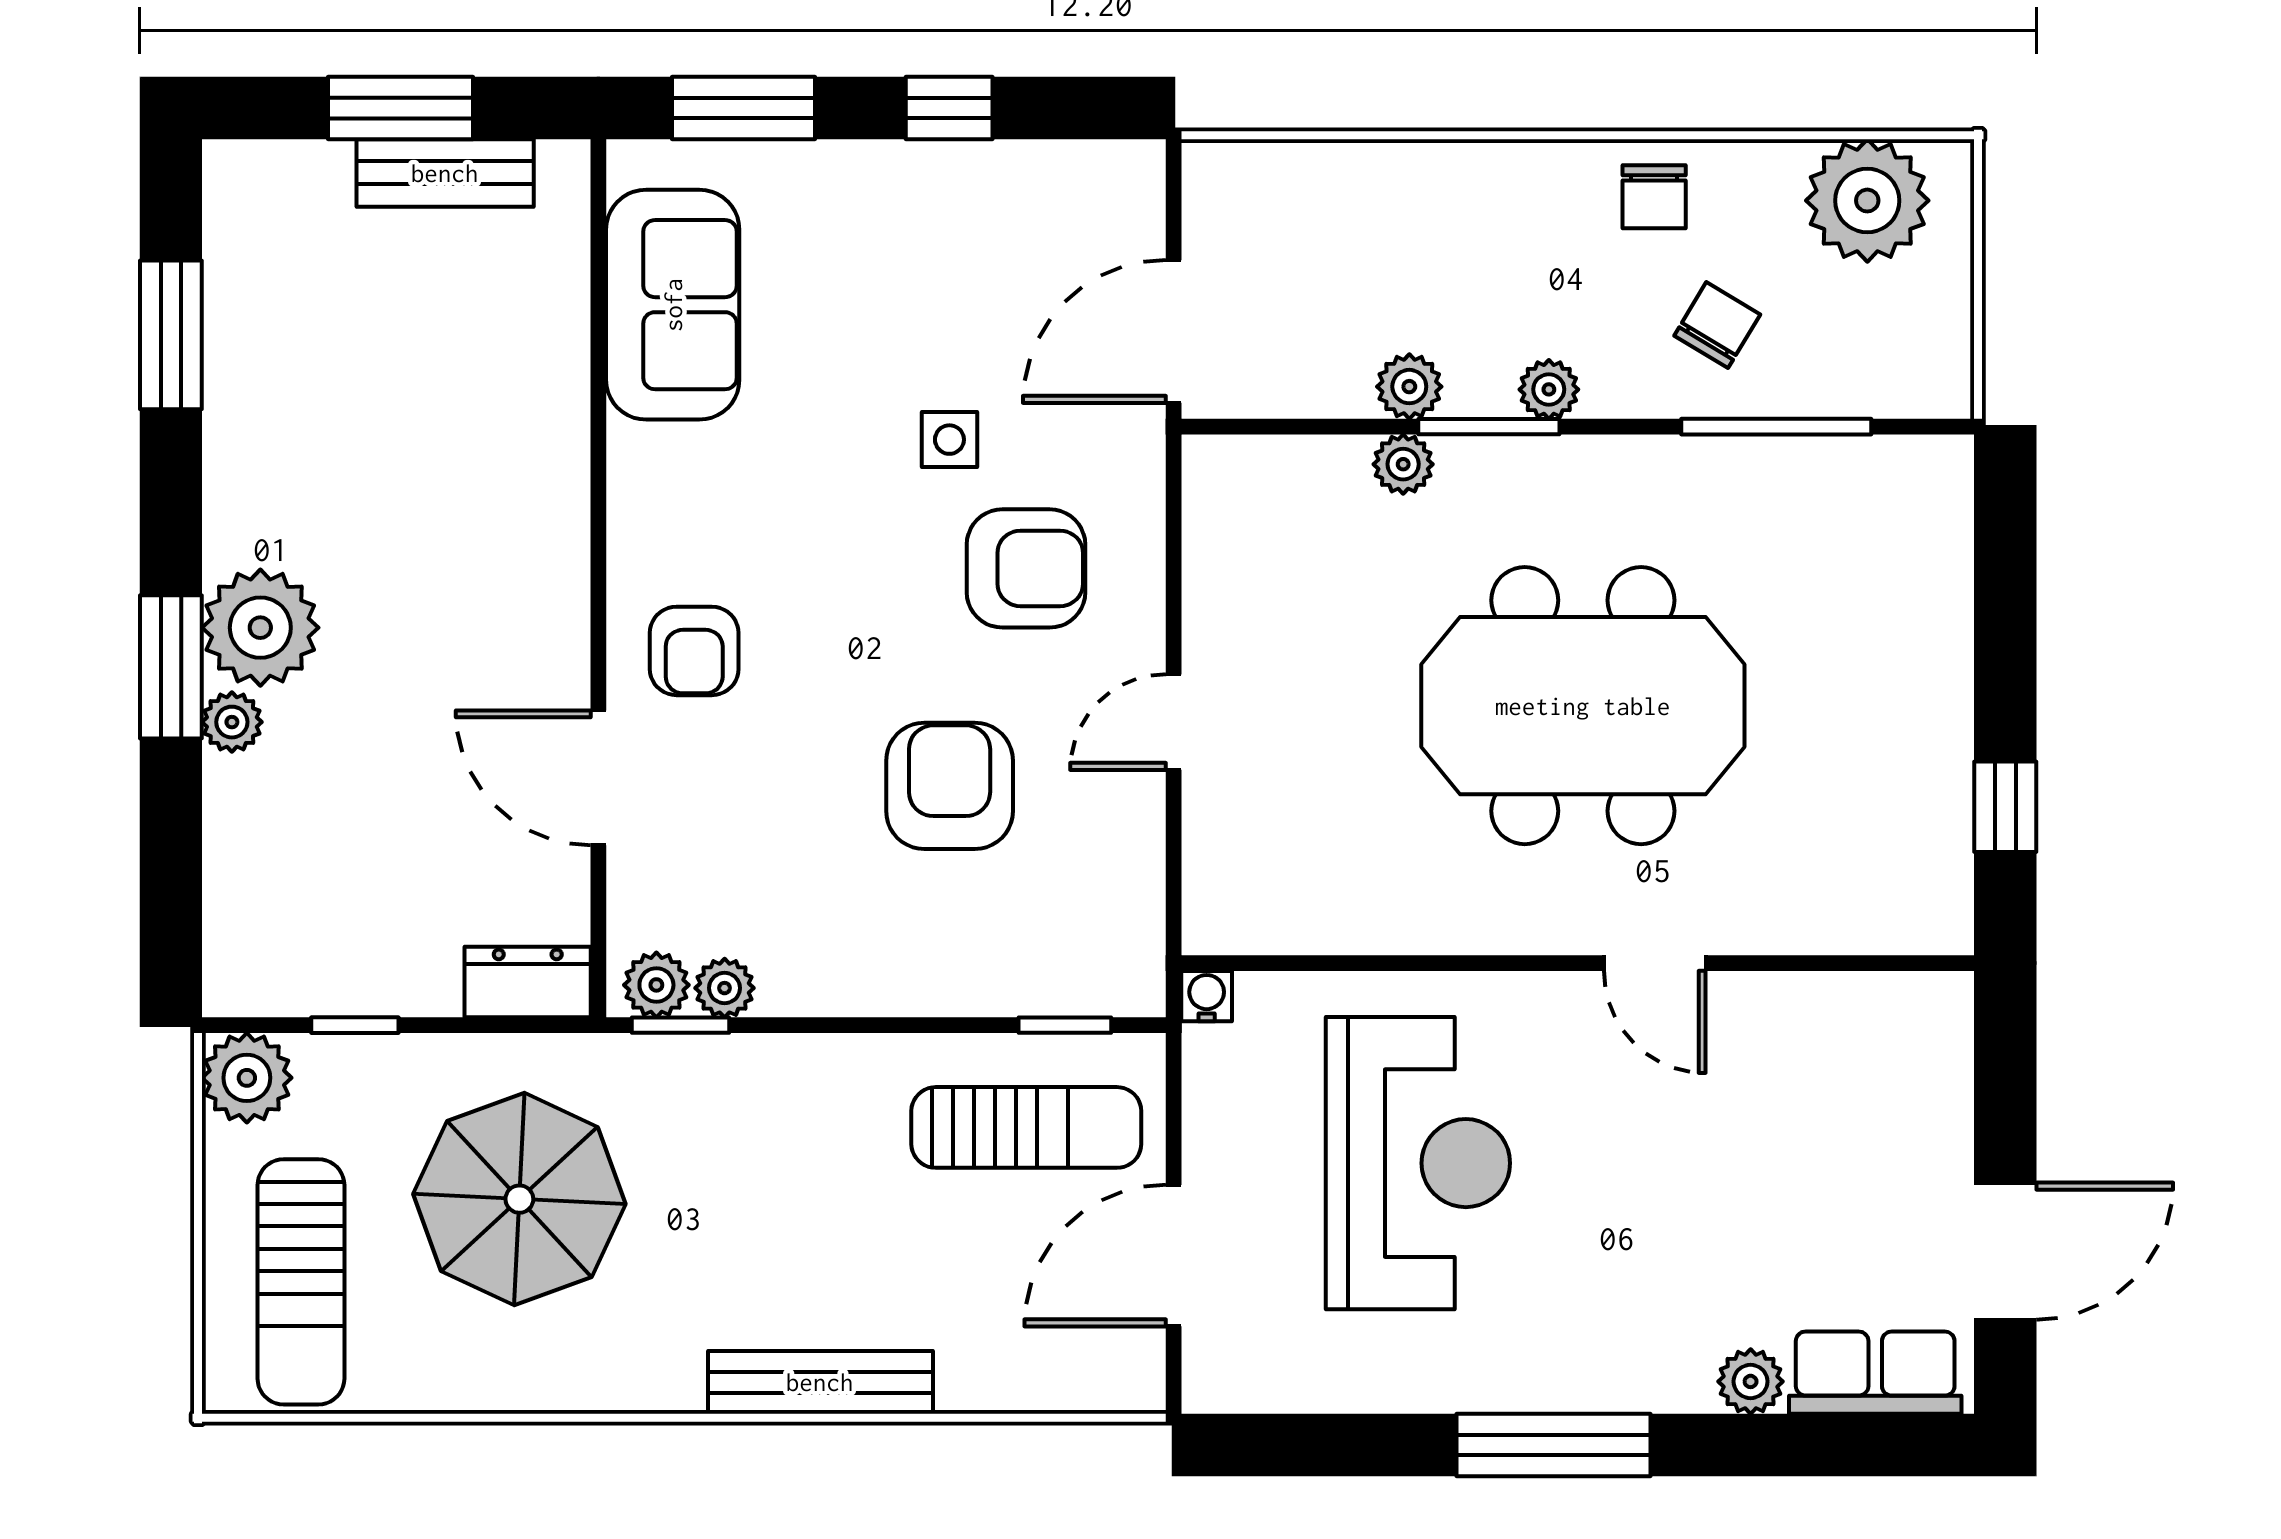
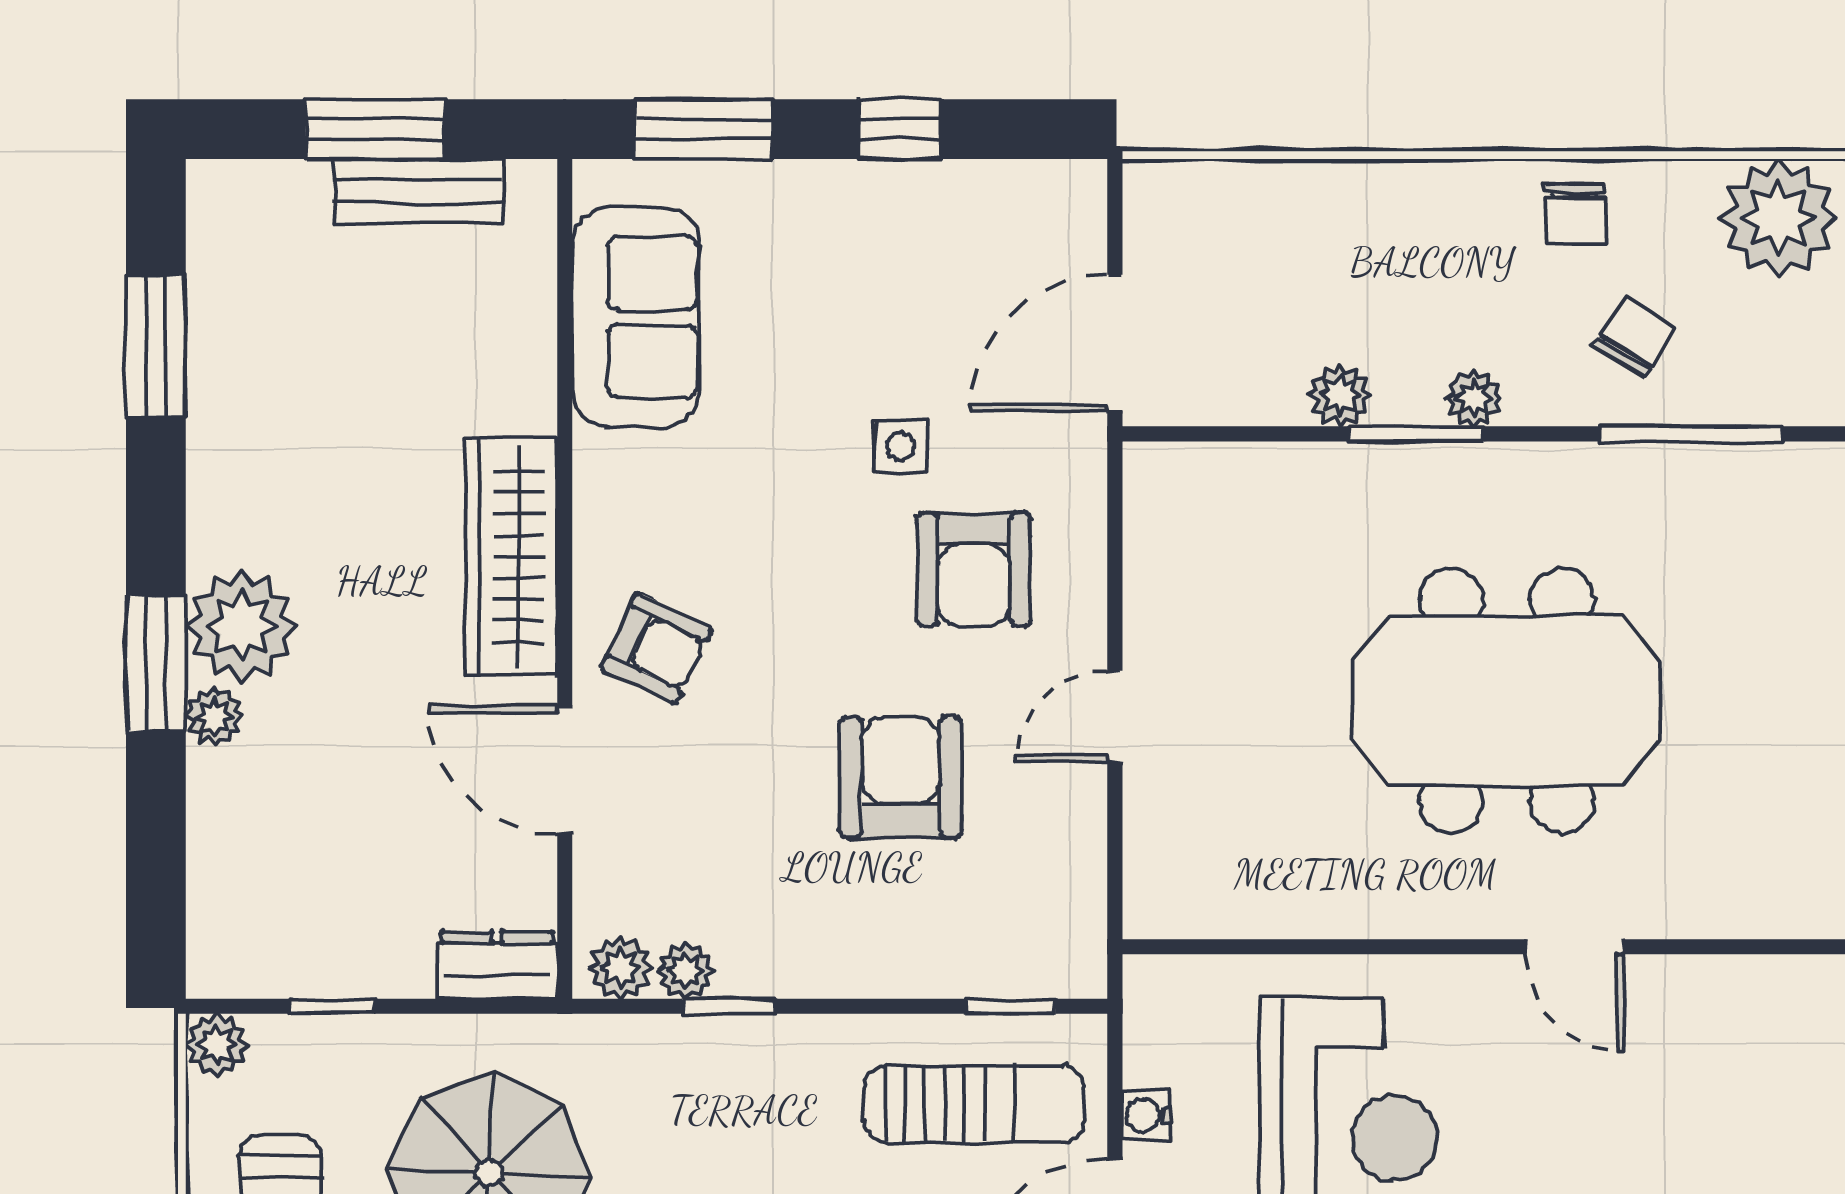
plant: (1403, 464) -> (1334, 470), removed
wardrobe: (543, 555) -> (511, 557), added
armchair: (1026, 568) -> (974, 569), turned 90
armchair: (694, 651) -> (656, 648), turned -64
water cooler: (1207, 996) -> (1146, 1115), moved, turned -90
window: (681, 1025) -> (729, 1006), moved
plant: (247, 1078) -> (217, 1045), width x0.73, depth x0.73

